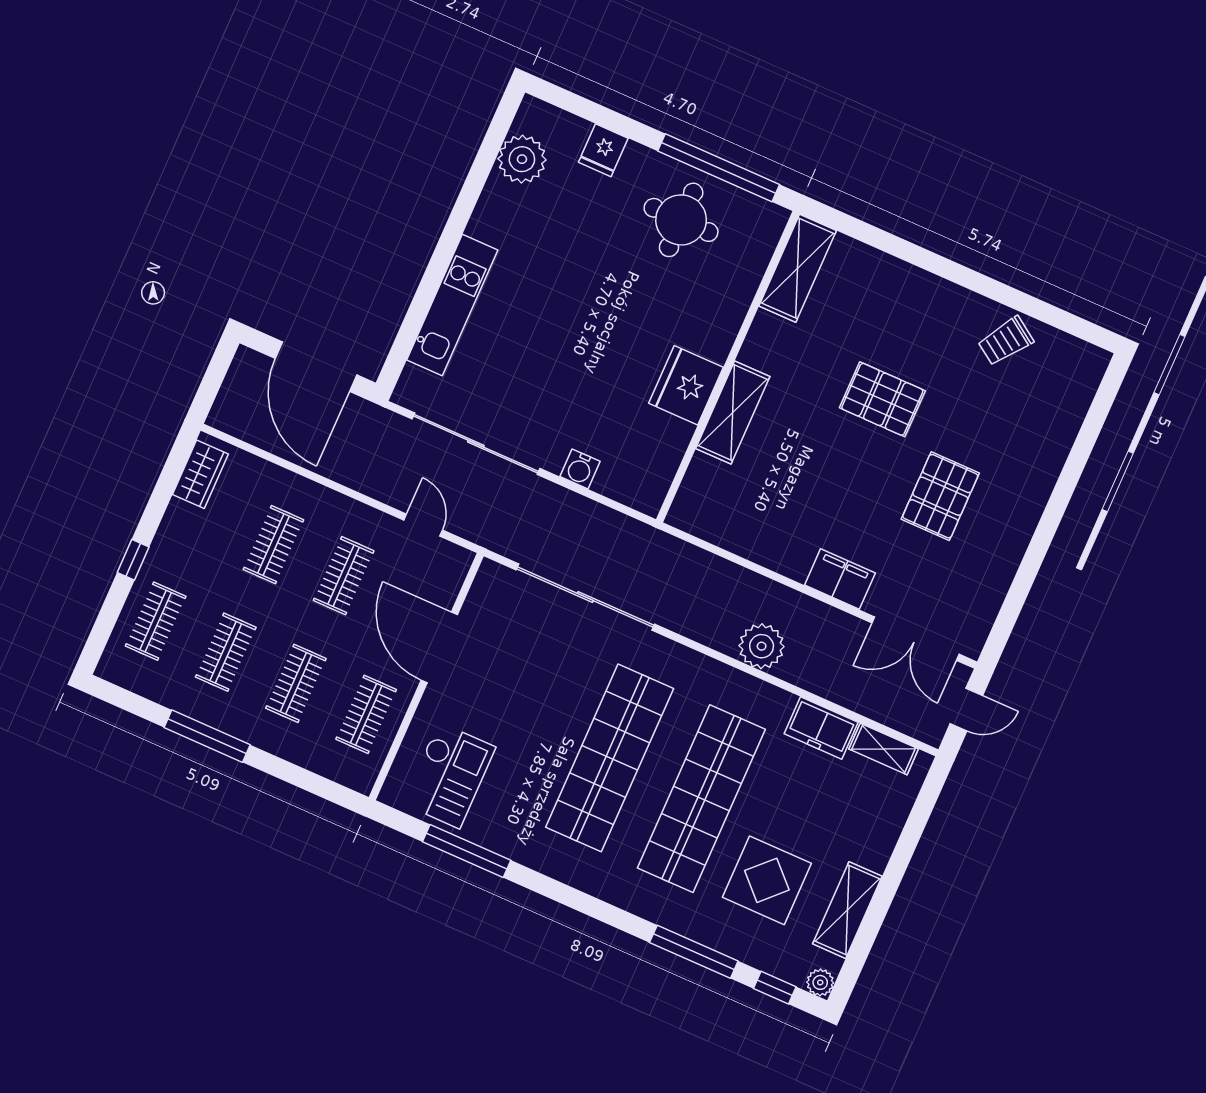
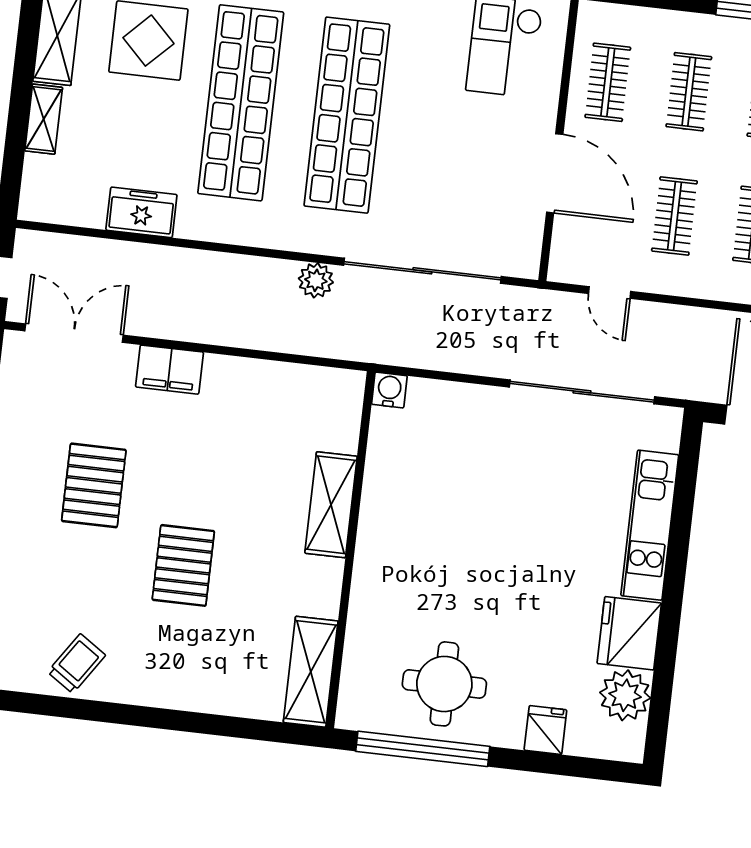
fridge: (686, 385) -> (629, 633), moved, turned 180
pallet: (882, 399) -> (183, 565), turned 90
water cooler: (580, 469) -> (389, 390), moved
plant: (762, 646) -> (316, 280), moved, width x0.73, depth x0.73
shelving: (884, 749) -> (44, 119), moved, turned 90

